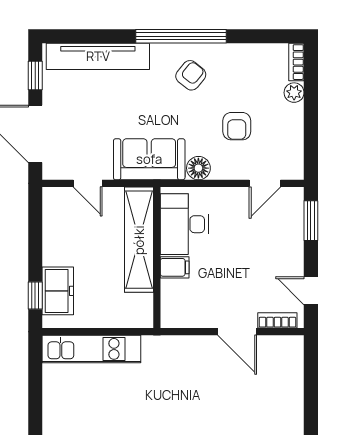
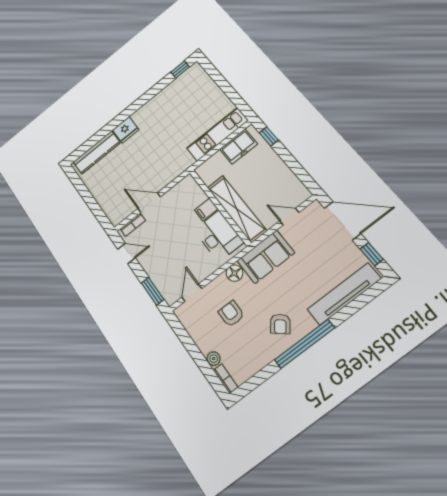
freezer: (58, 291) -> (239, 147), moved, turned -90

